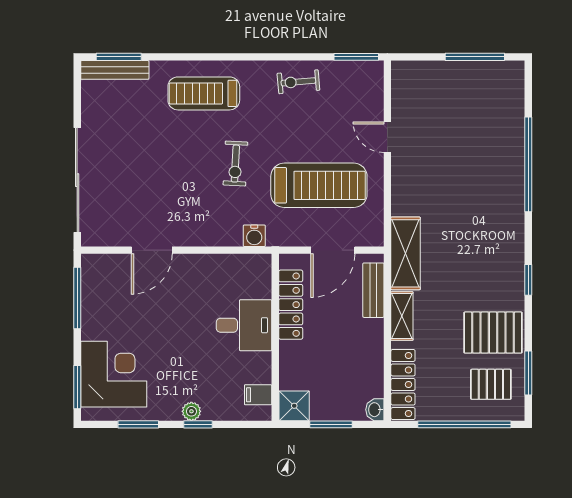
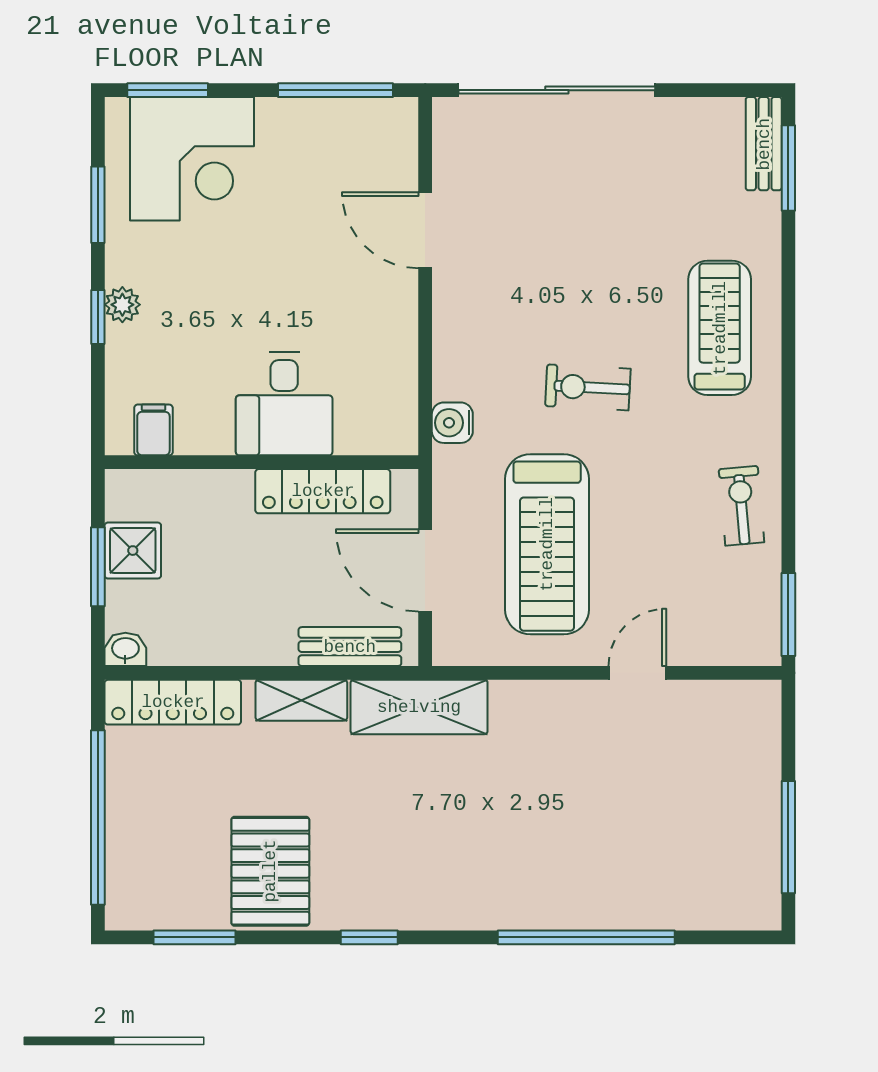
bench: (115, 70) -> (764, 144), width x0.73
pallet: (491, 384) -> (173, 867), removed
shower: (294, 406) -> (133, 551), moved

